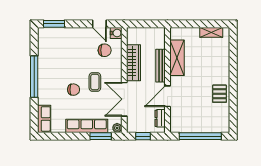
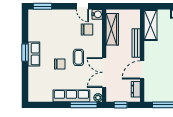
shelving: (177, 58) -> (151, 25), moved
wardrobe: (134, 63) -> (112, 29), moved
window: (34, 77) -> (25, 53), width x0.47
row of seats: (44, 119) -> (34, 54), moved
window: (101, 136) -> (84, 105), width x1.44

